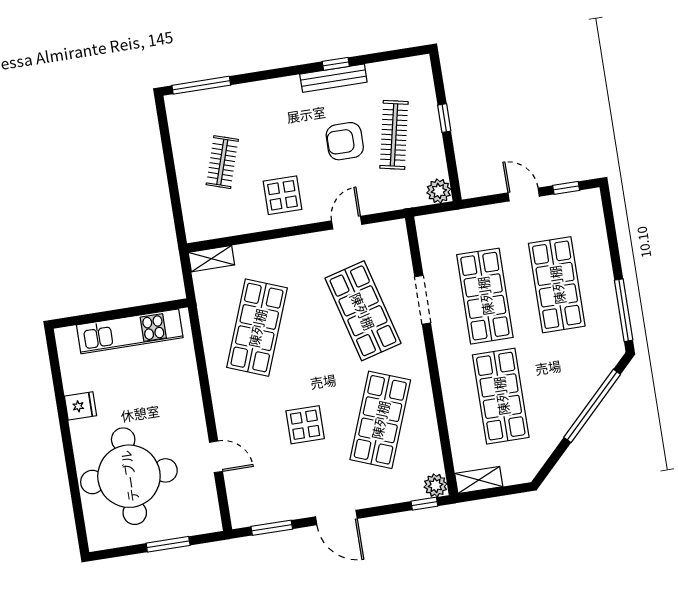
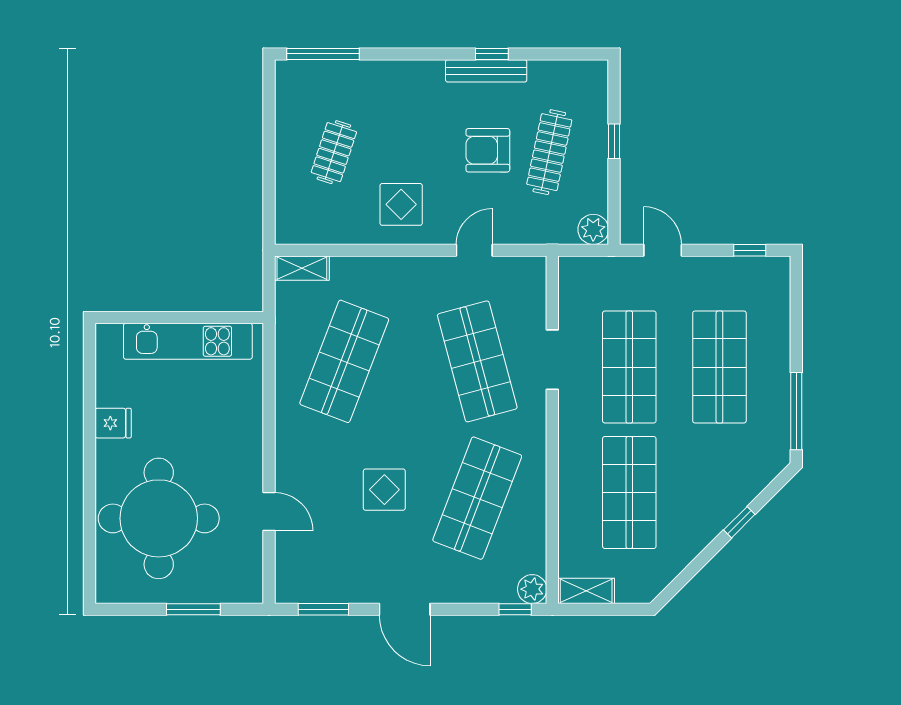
door: (524, 195) -> (663, 250), moved
window: (592, 406) -> (739, 522), width x0.32

